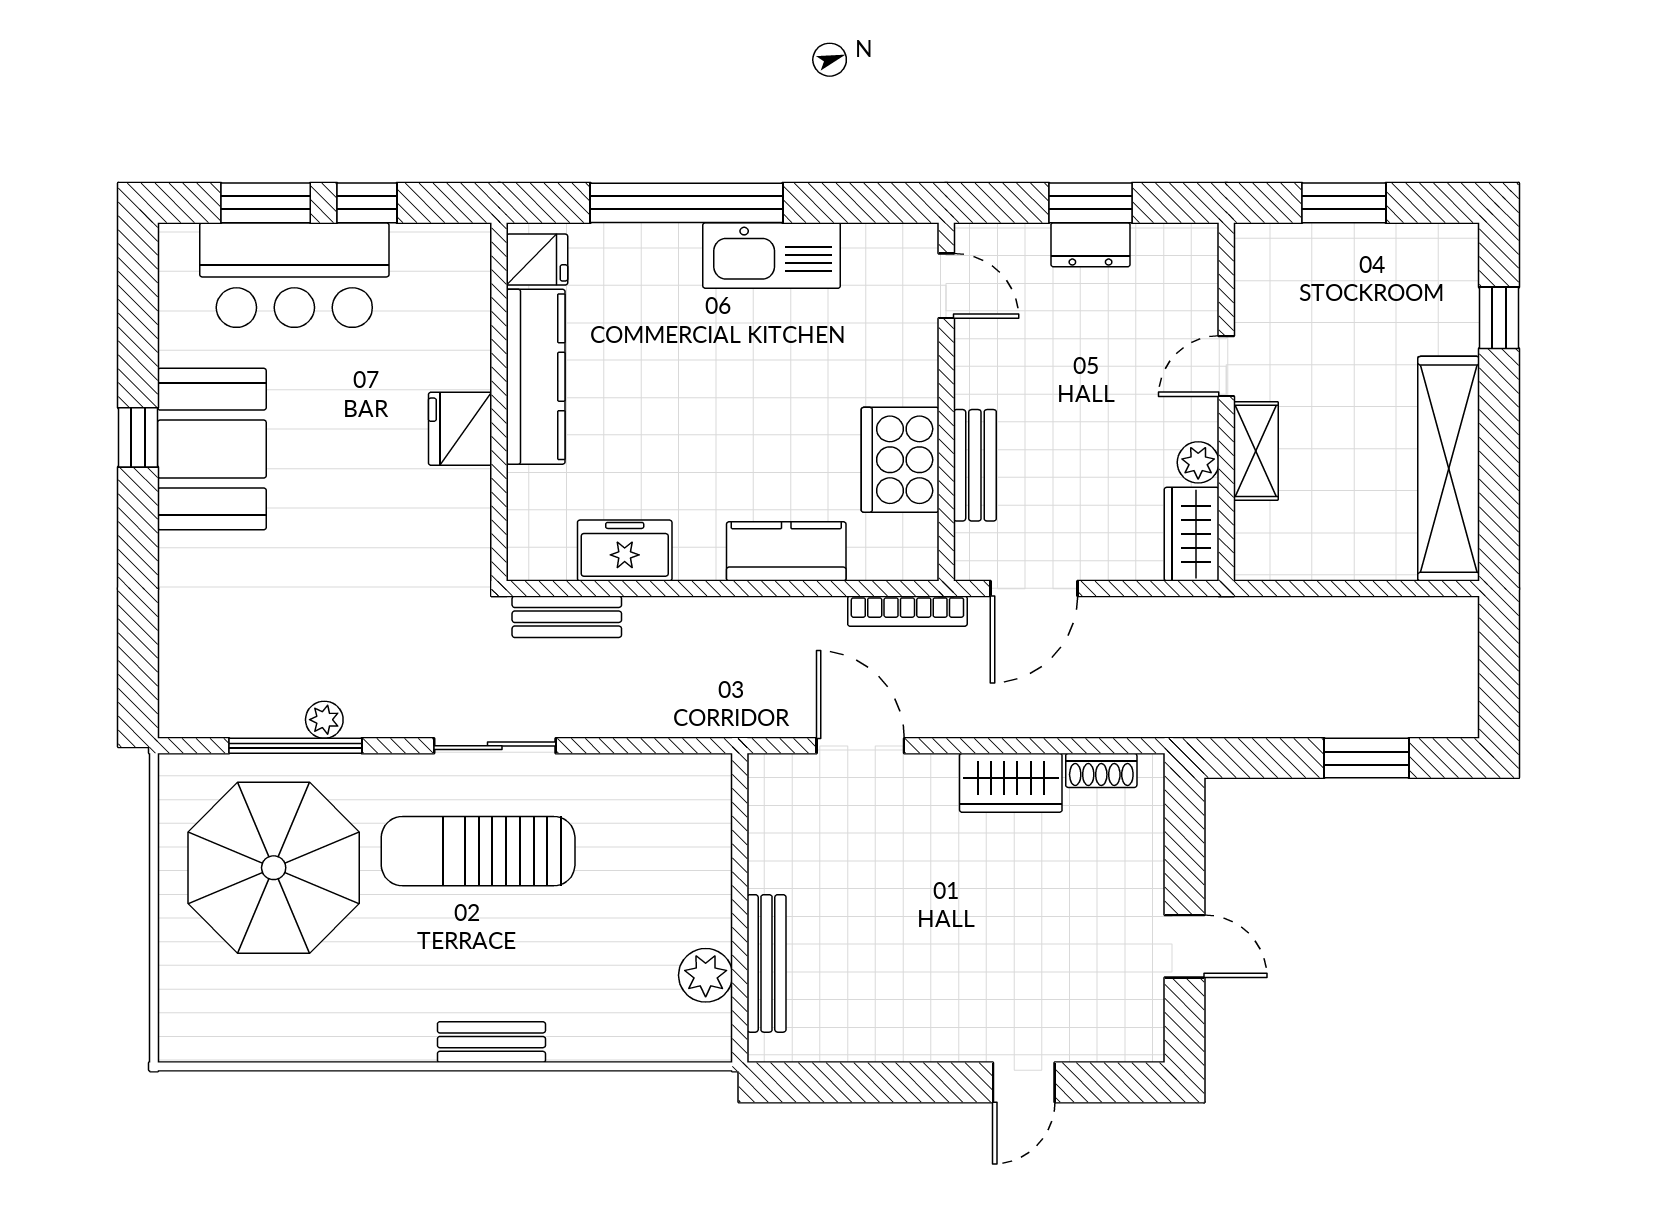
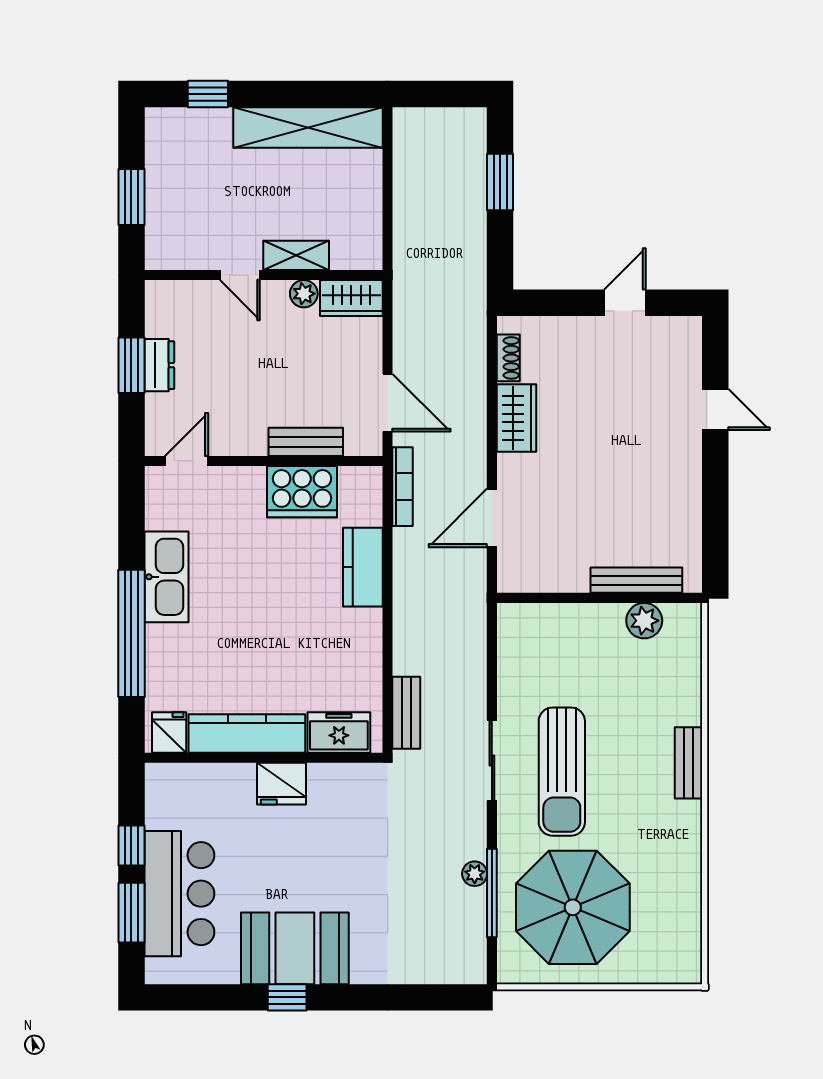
freezer: (625, 551) -> (339, 732), moved, turned 90

